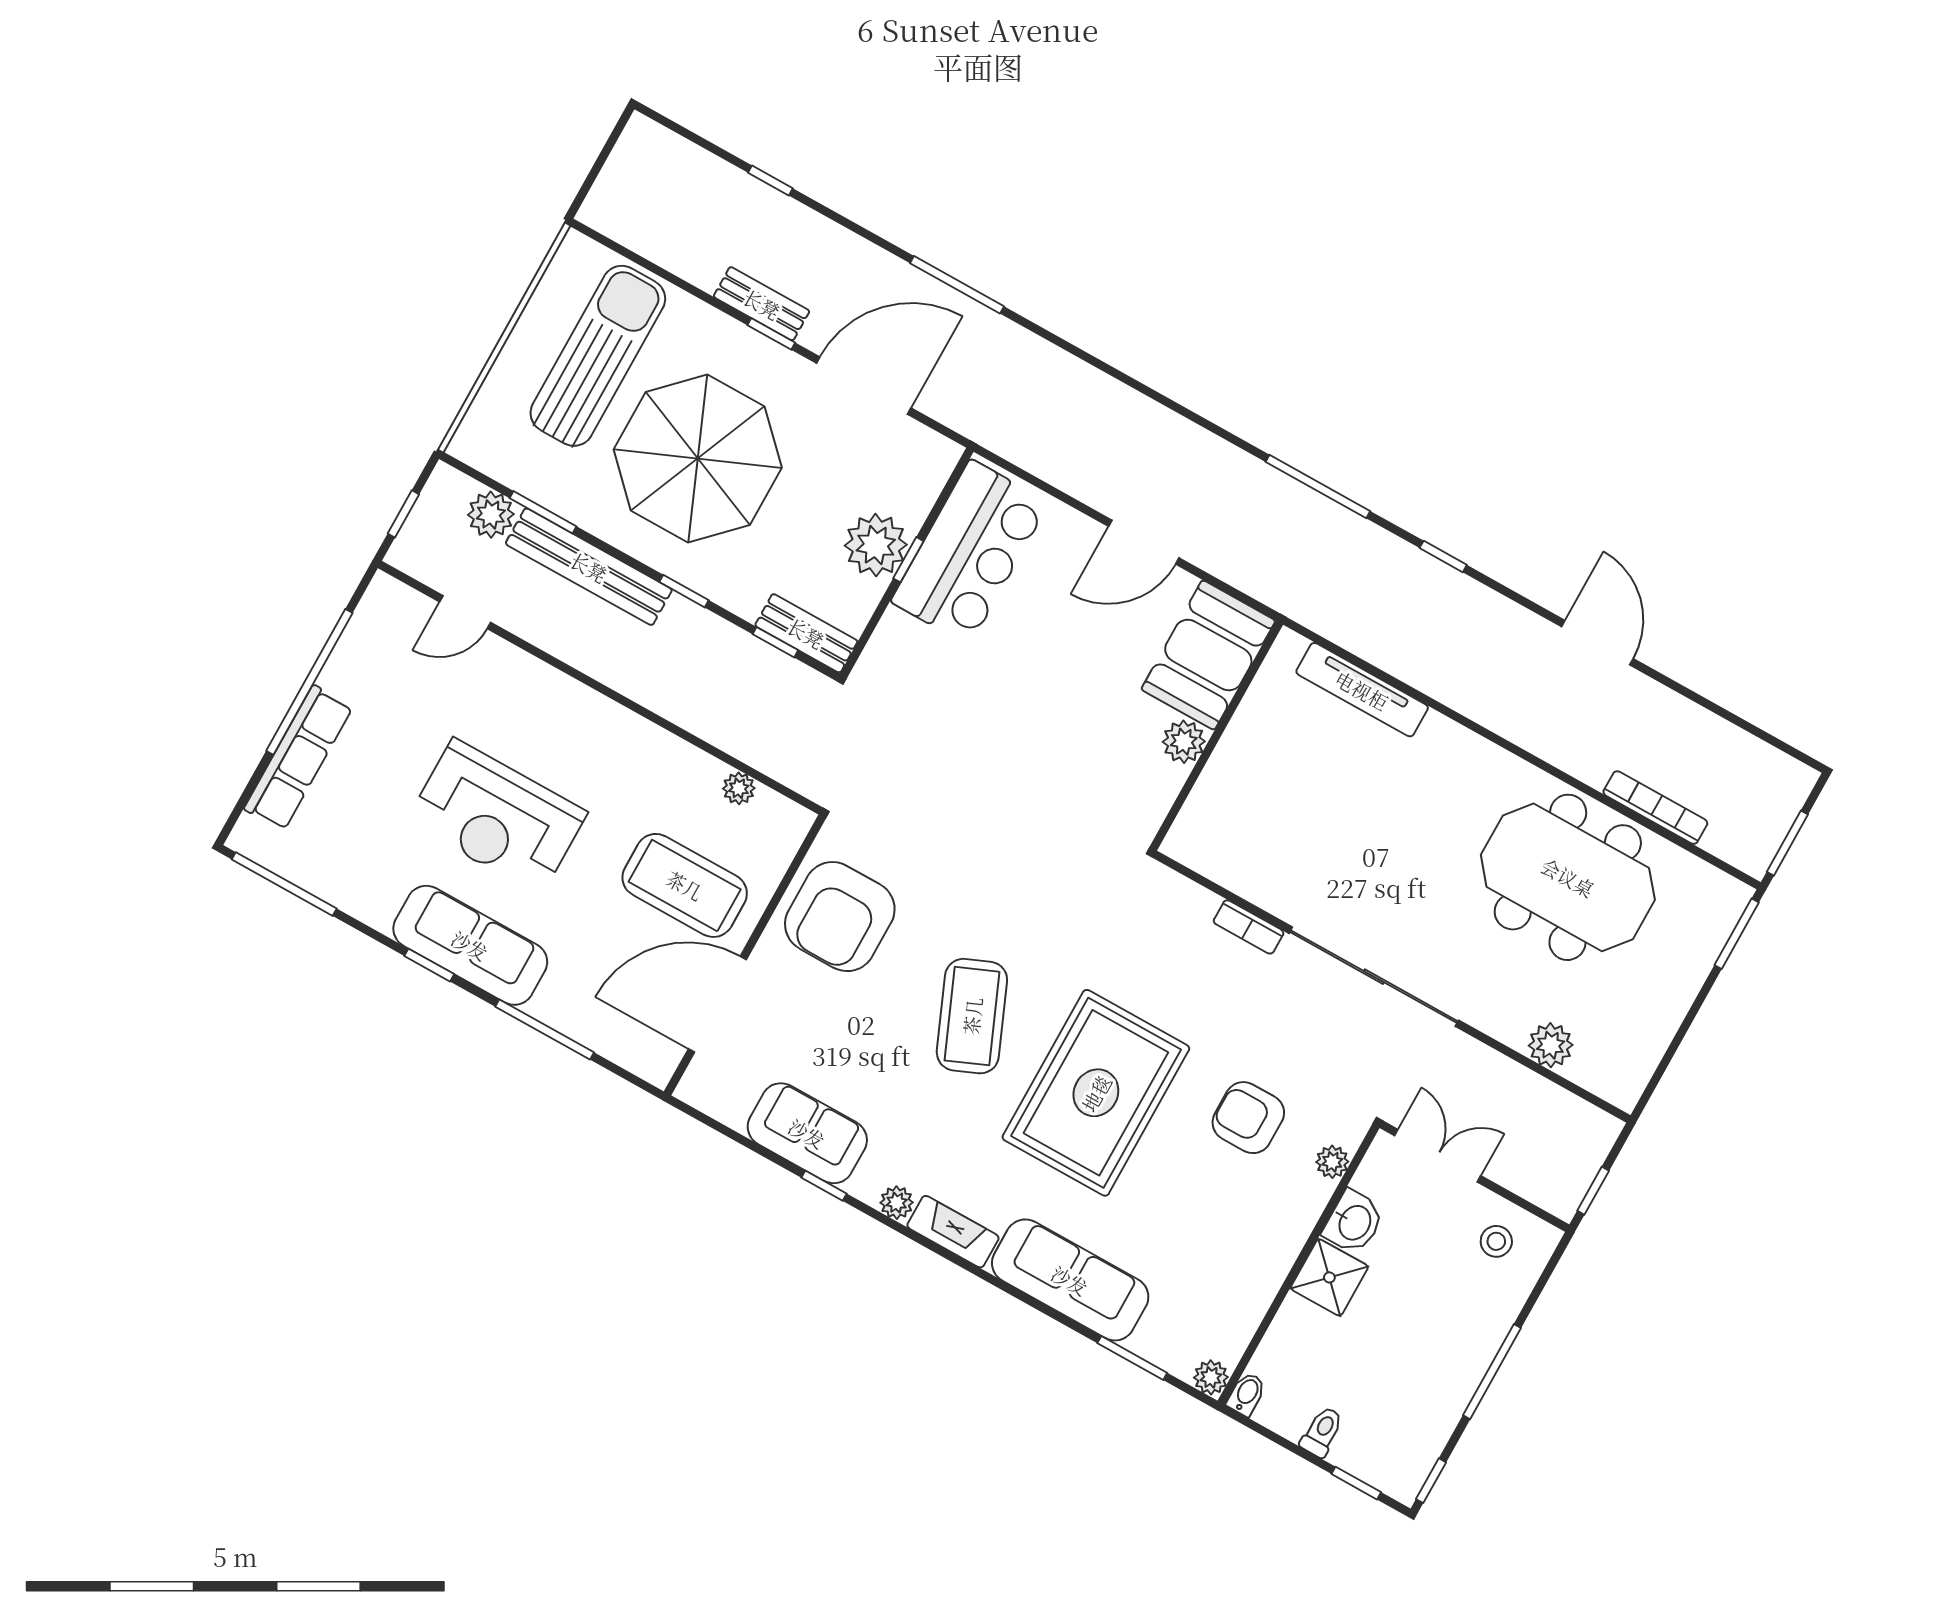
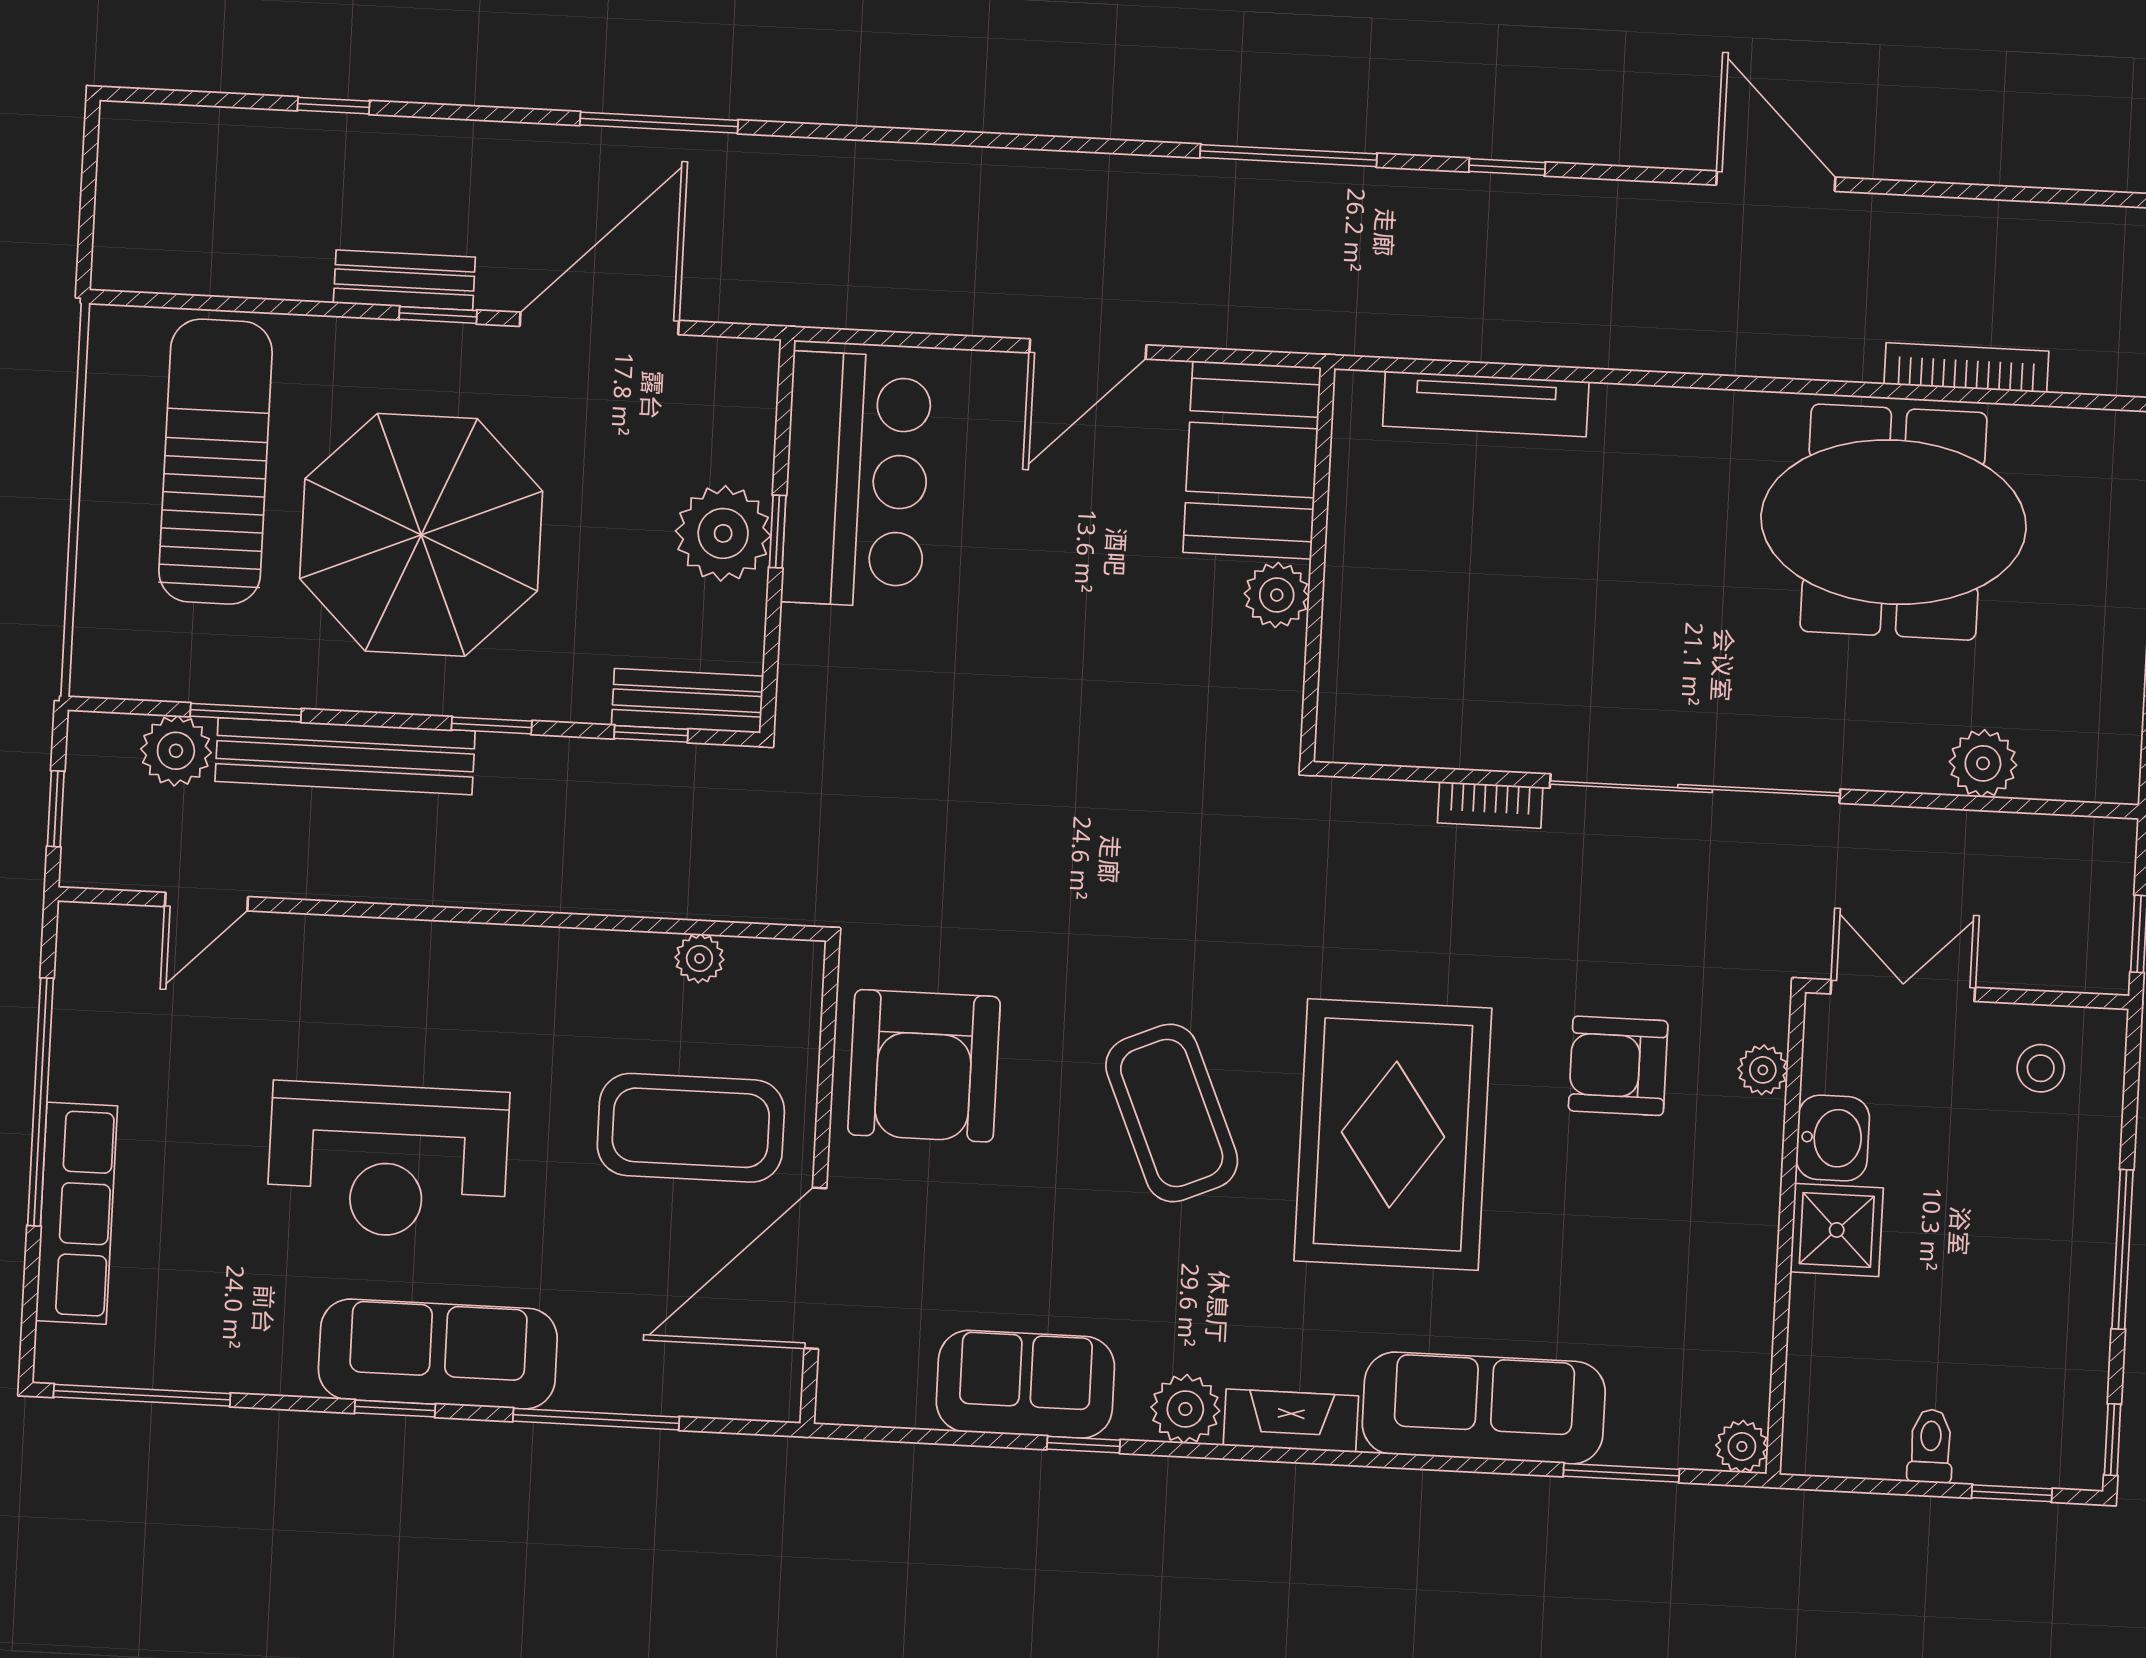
plant: (897, 1203) -> (1185, 1409), width x1.38, depth x1.38
bidet: (1246, 1394) -> (1802, 1445), removed

